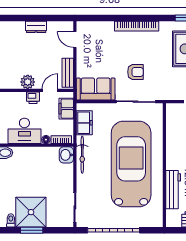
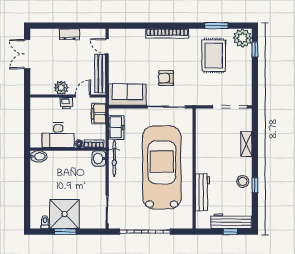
armchair: (135, 72) -> (166, 78), turned 180
bench: (68, 73) -> (100, 74), width x1.36

